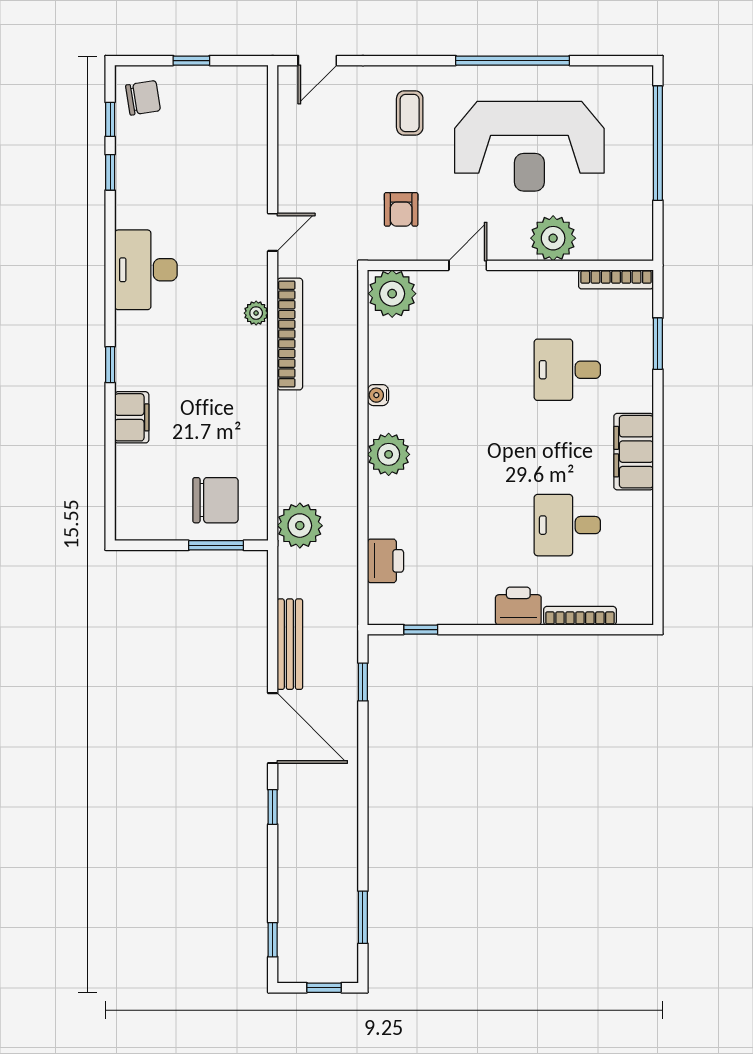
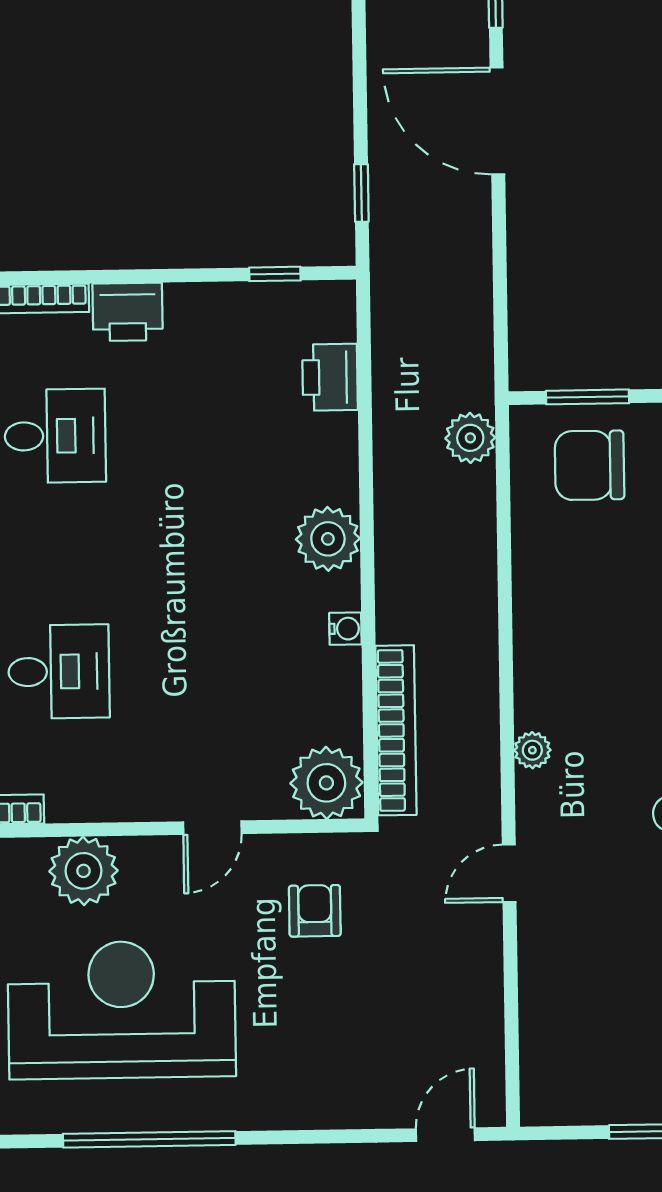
coffee table: (410, 113) -> (304, 1057), removed
bookcase: (290, 334) -> (396, 730), moved, turned 180
plant: (300, 526) -> (470, 438), width x0.73, depth x0.73
bench: (290, 644) -> (473, 249), removed

